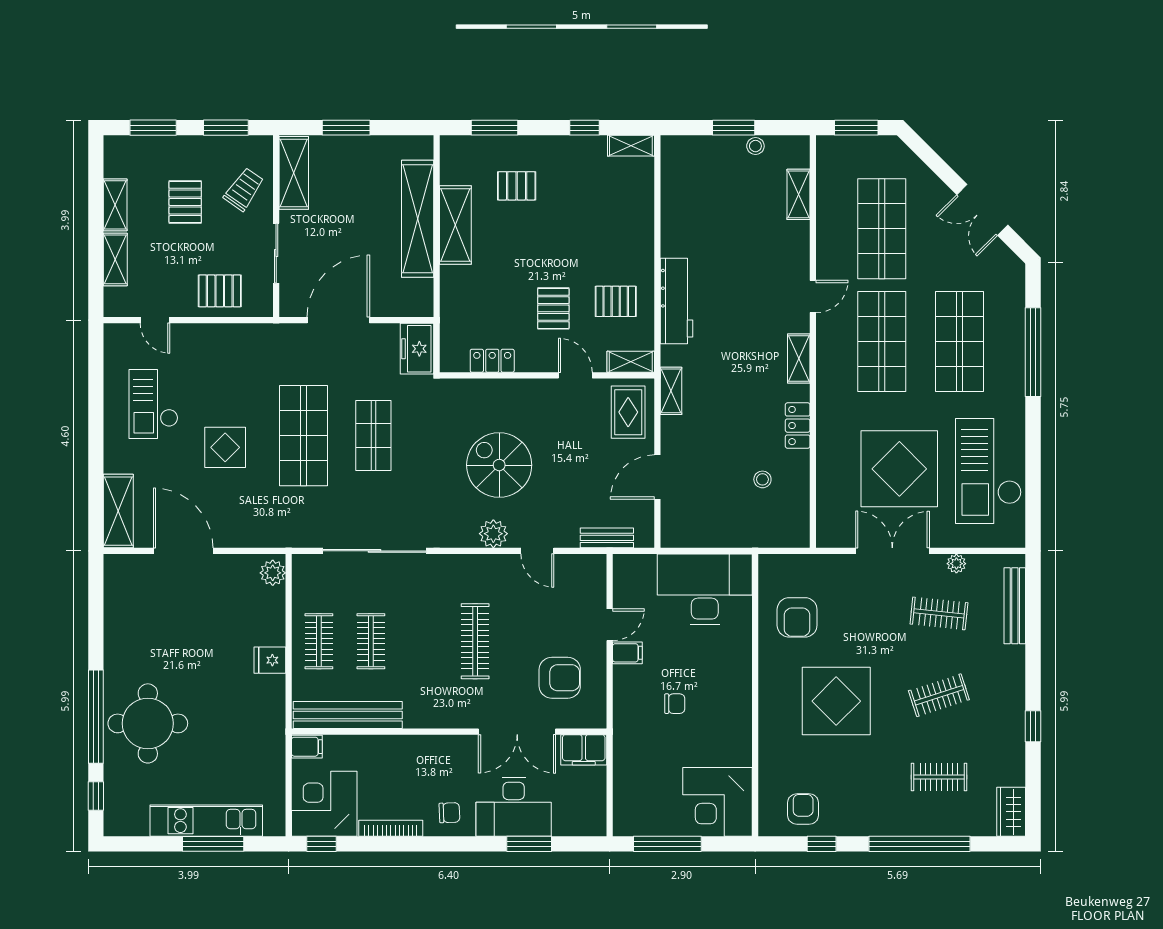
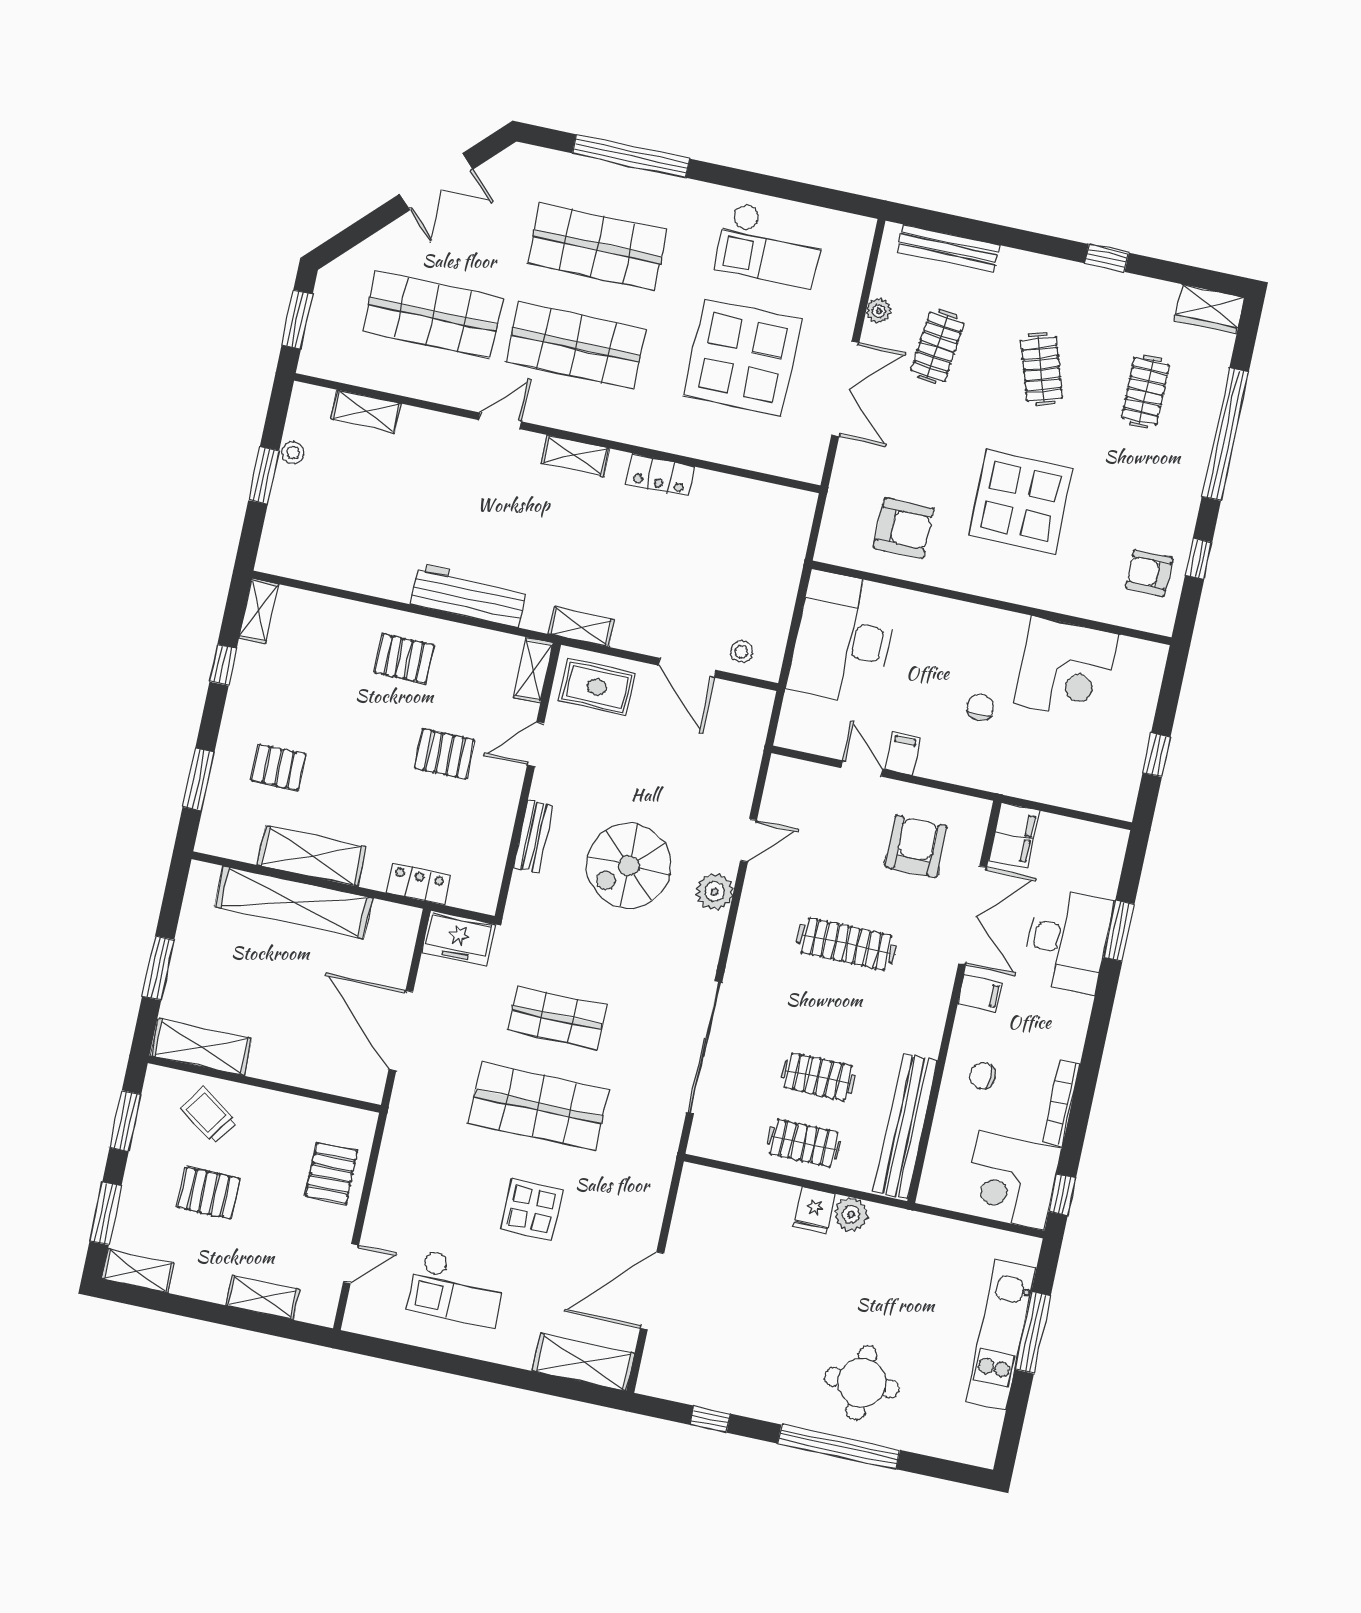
pallet: (517, 186) -> (279, 767), turned 90
shelving: (115, 205) -> (138, 1271), moved
sliding door: (276, 253) -> (299, 1091), removed
door: (813, 296) -> (500, 421), hinge flipped
pallet: (616, 301) -> (404, 659), moved, turned 90
locker: (492, 361) -> (418, 884), moved, turned 90
checkout: (988, 471) -> (770, 245), width x0.73, depth x0.83
stool: (762, 479) -> (742, 652), moved
bench: (607, 538) -> (533, 836), moved
double door: (892, 551) -> (845, 389), swing flipped
plant: (273, 573) -> (851, 1214), moved
round table: (148, 723) -> (862, 1383), width x0.73, depth x0.73
filing cabinet: (307, 747) -> (980, 993), moved, turned 90
window: (96, 796) -> (710, 1419), moved
corner desk: (718, 802) -> (1066, 669), moved
chair: (449, 813) -> (982, 1076), moved, turned -88
window: (667, 844) -> (1156, 755), width x0.46

